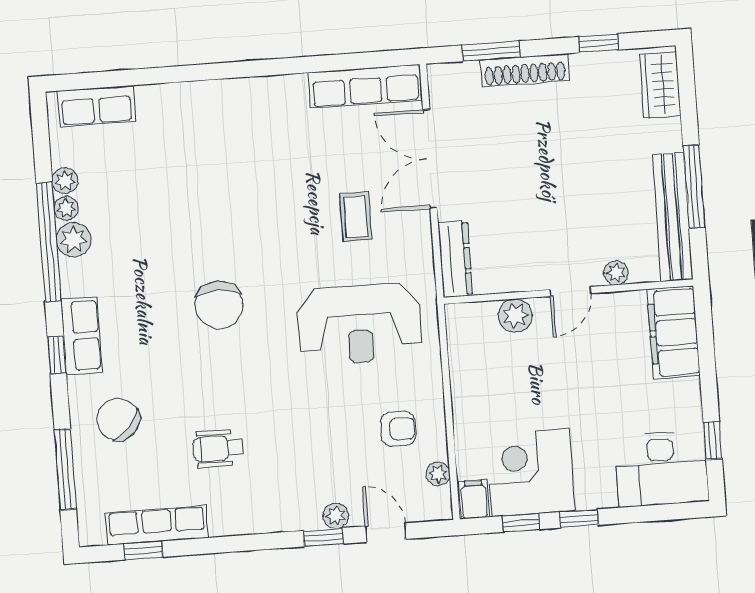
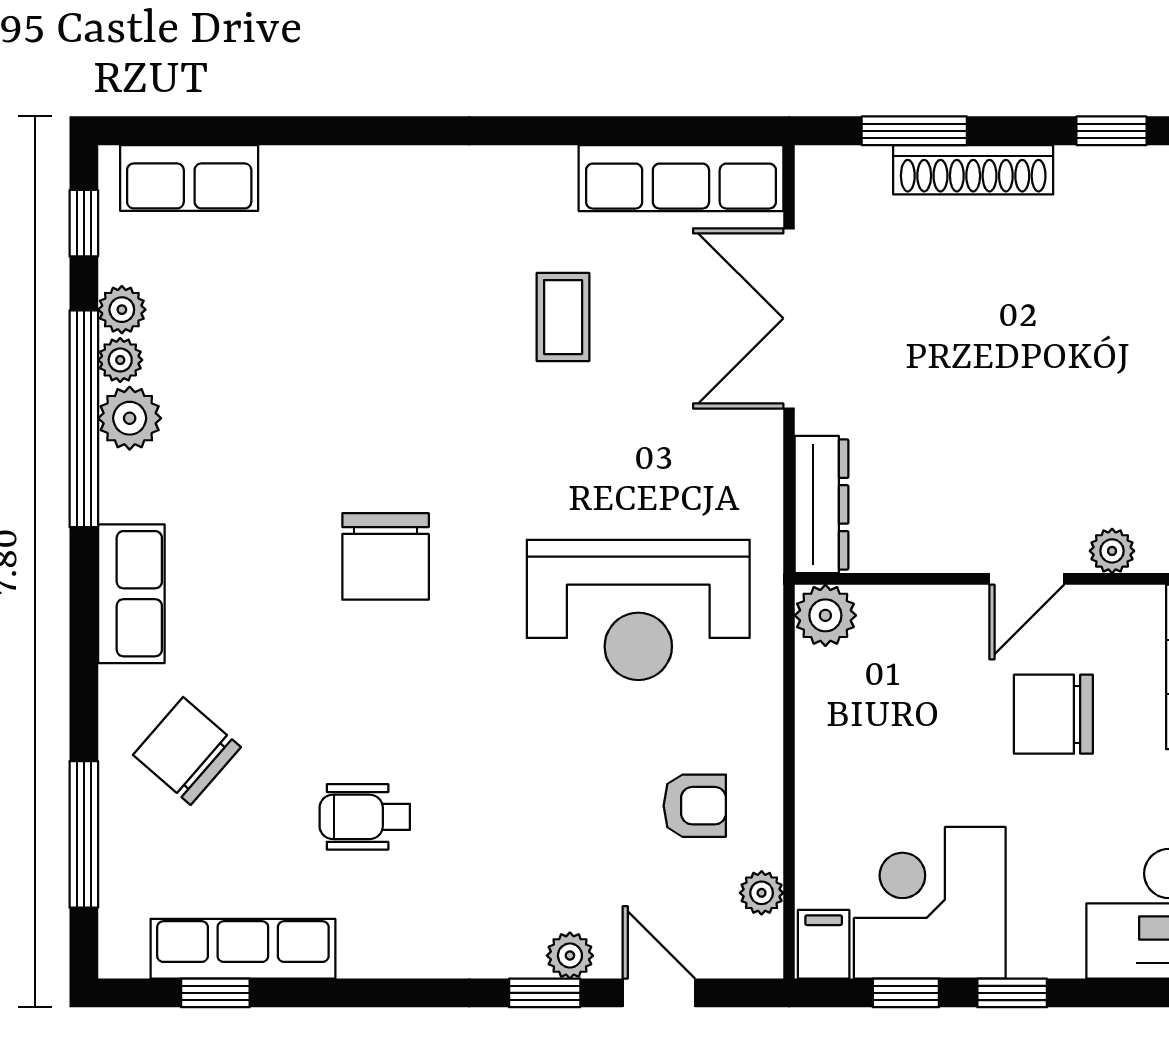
coffee table: (356, 217) -> (563, 317), moved
plant: (515, 316) -> (825, 615), moved
window: (57, 355) -> (84, 223), moved
chair: (590, 364) -> (1053, 714), added

